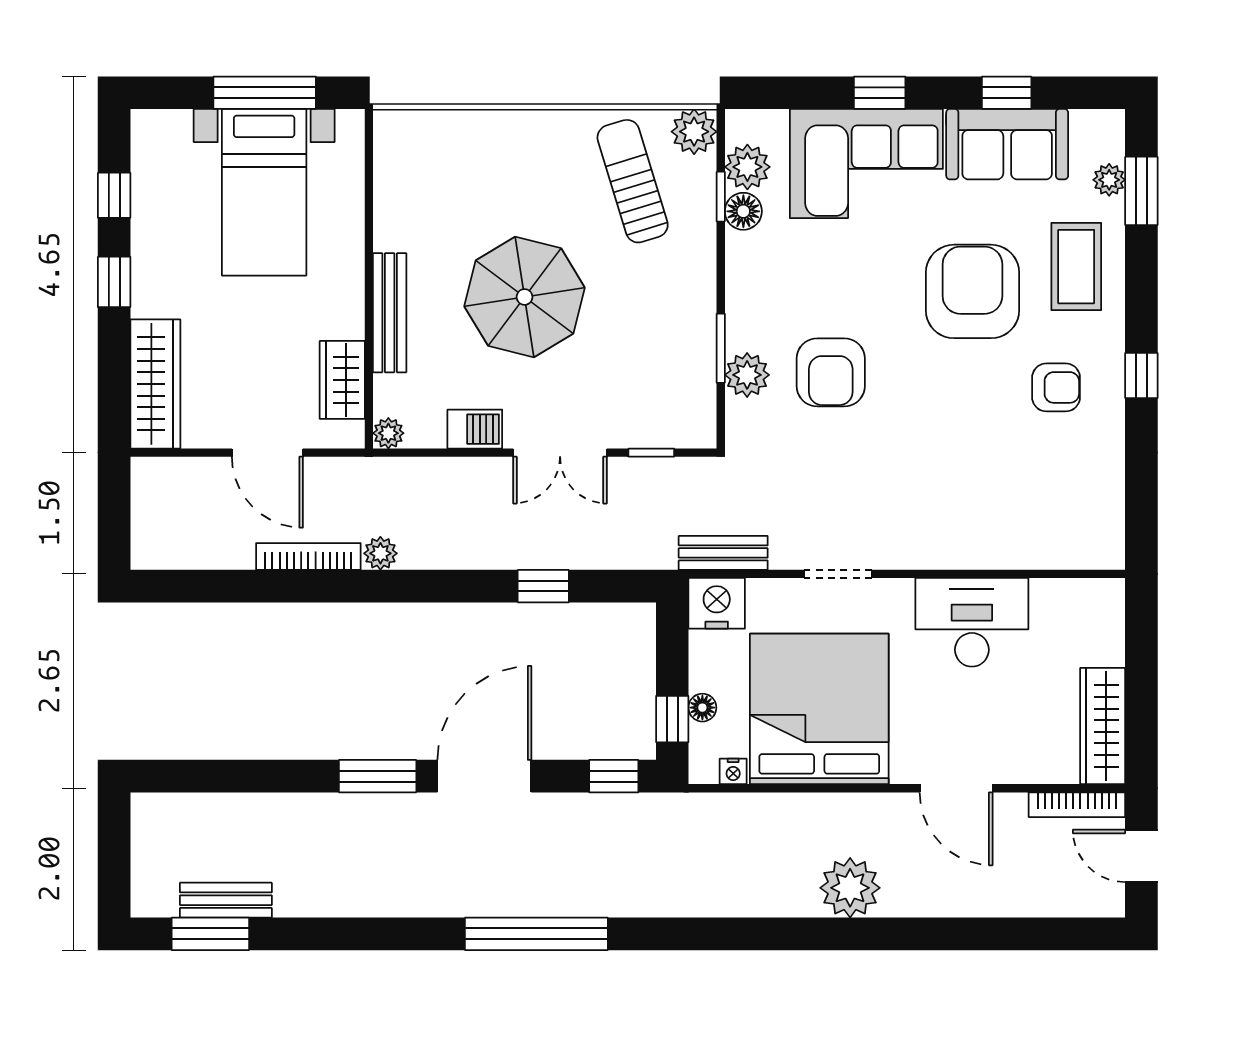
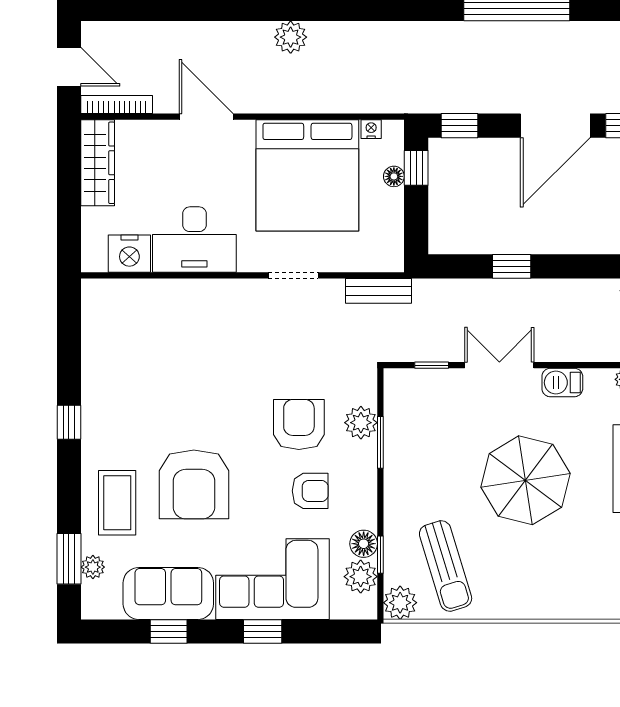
armchair: (1056, 387) -> (310, 491), moved, turned 180
nightstand: (717, 603) -> (129, 254), moved
plant: (850, 888) -> (291, 37), width x0.73, depth x0.73

